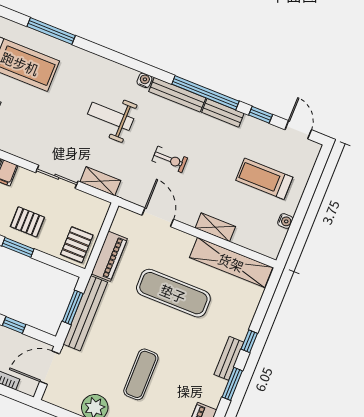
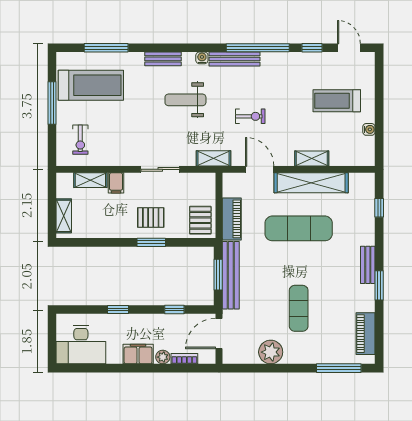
bench: (223, 113) -> (163, 59), moved
shelving: (100, 181) -> (214, 158), moved
shelving: (231, 262) -> (311, 183), moved
window: (249, 341) -> (379, 208), moved

